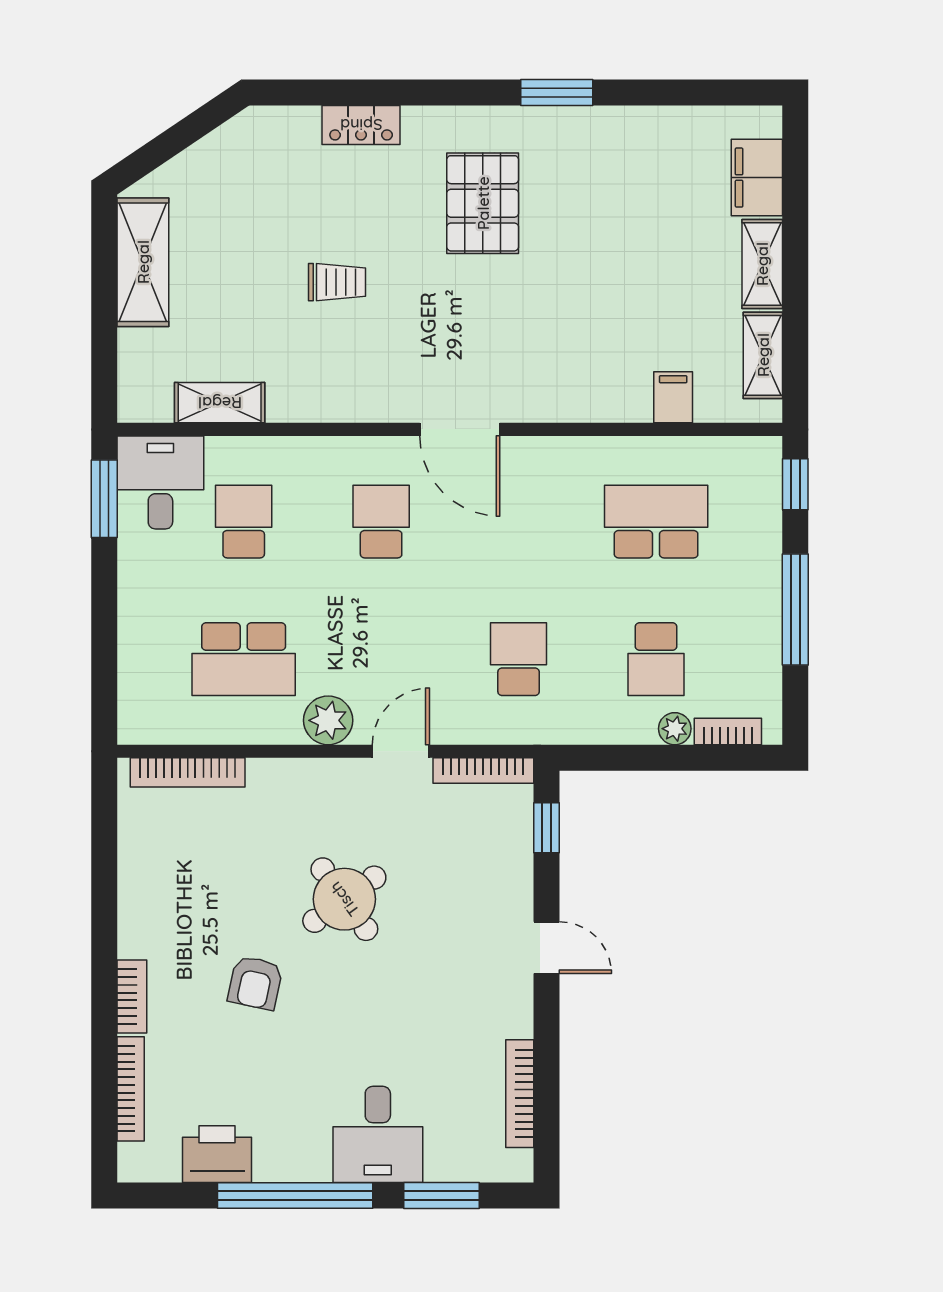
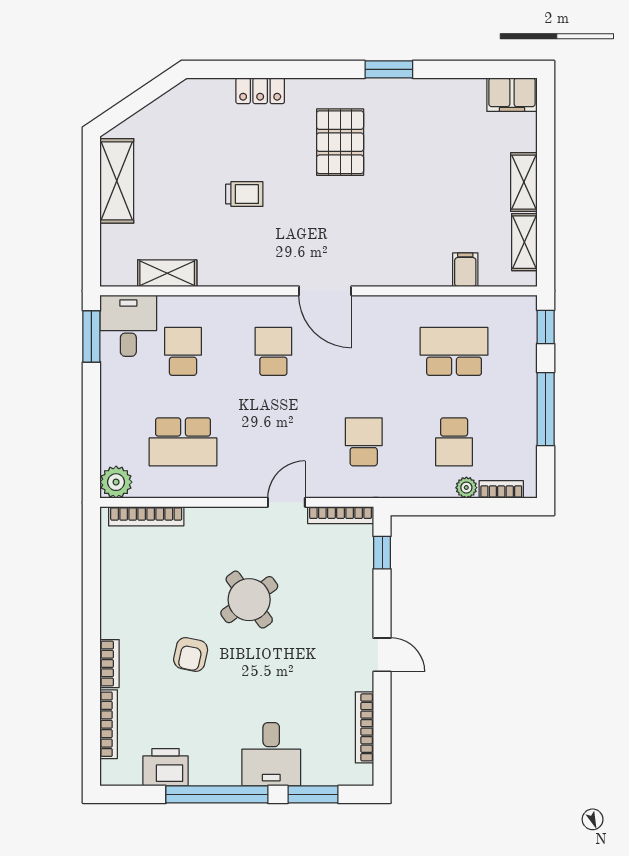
filing cabinet: (757, 178) -> (512, 95), moved, turned -90
plant: (328, 720) -> (116, 482), moved
door: (546, 948) -> (382, 655), moved

